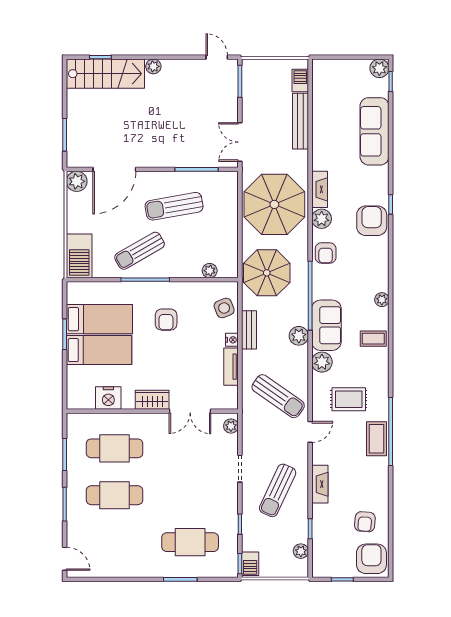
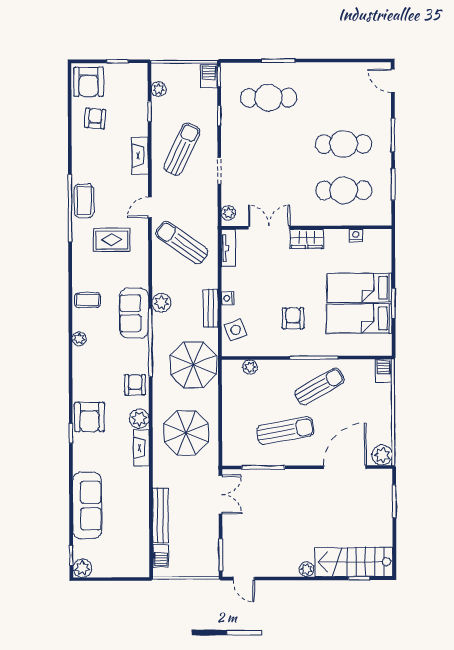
parasol: (274, 204) -> (186, 433), width x0.73, depth x0.73
barbecue: (79, 256) -> (384, 371), width x0.53, depth x0.65
plant: (322, 362) -> (138, 277), removed
tv unit: (231, 367) -> (228, 248), moved
nightstand: (108, 398) -> (356, 235), width x0.53, depth x0.56

